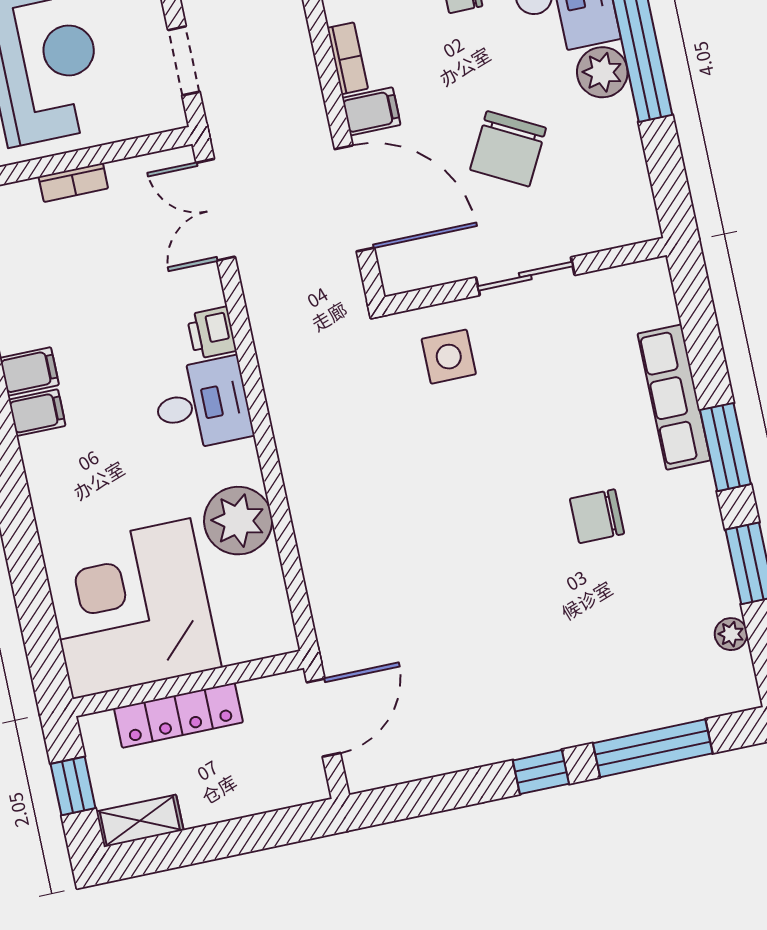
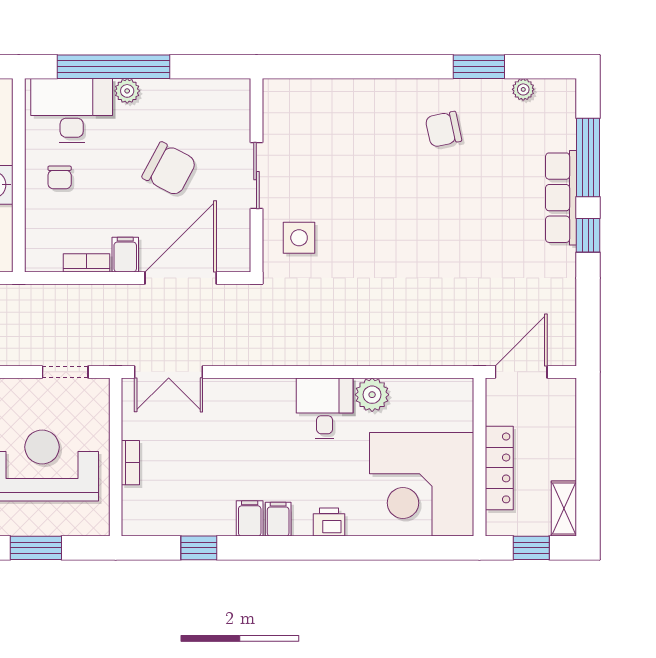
plant: (602, 72) -> (127, 91), width x0.73, depth x0.73
printer: (212, 333) -> (329, 522), moved, turned 180
row of seats: (674, 397) -> (561, 198), moved, turned 90
desk: (202, 404) -> (325, 408), moved
window: (725, 447) -> (398, 67), removed
chair: (597, 516) -> (443, 129), moved, turned 78
plant: (238, 521) -> (372, 395), width x0.73, depth x0.73
door: (324, 718) -> (521, 372), hinge flipped

